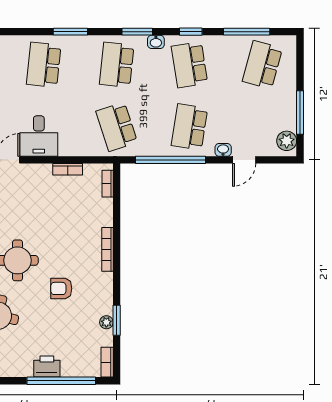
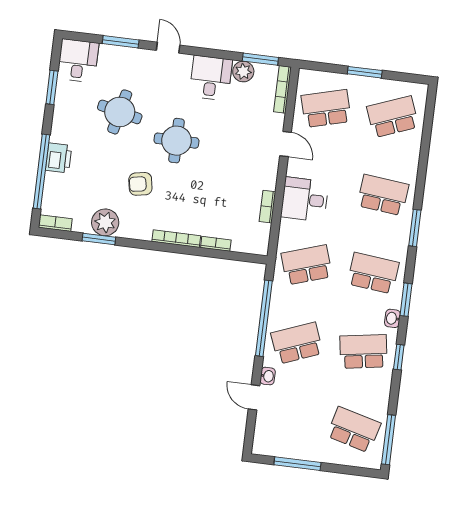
window: (247, 32) -> (389, 440), moved
school desk: (189, 127) -> (297, 343), turned -30
desk: (39, 136) -> (305, 199), moved
plant: (287, 141) -> (269, 445), removed
bookcase: (108, 184) -> (216, 244), moved
armchair: (61, 288) -> (140, 184), turned -100
plant: (106, 322) -> (105, 222), width x1.88, depth x1.88

